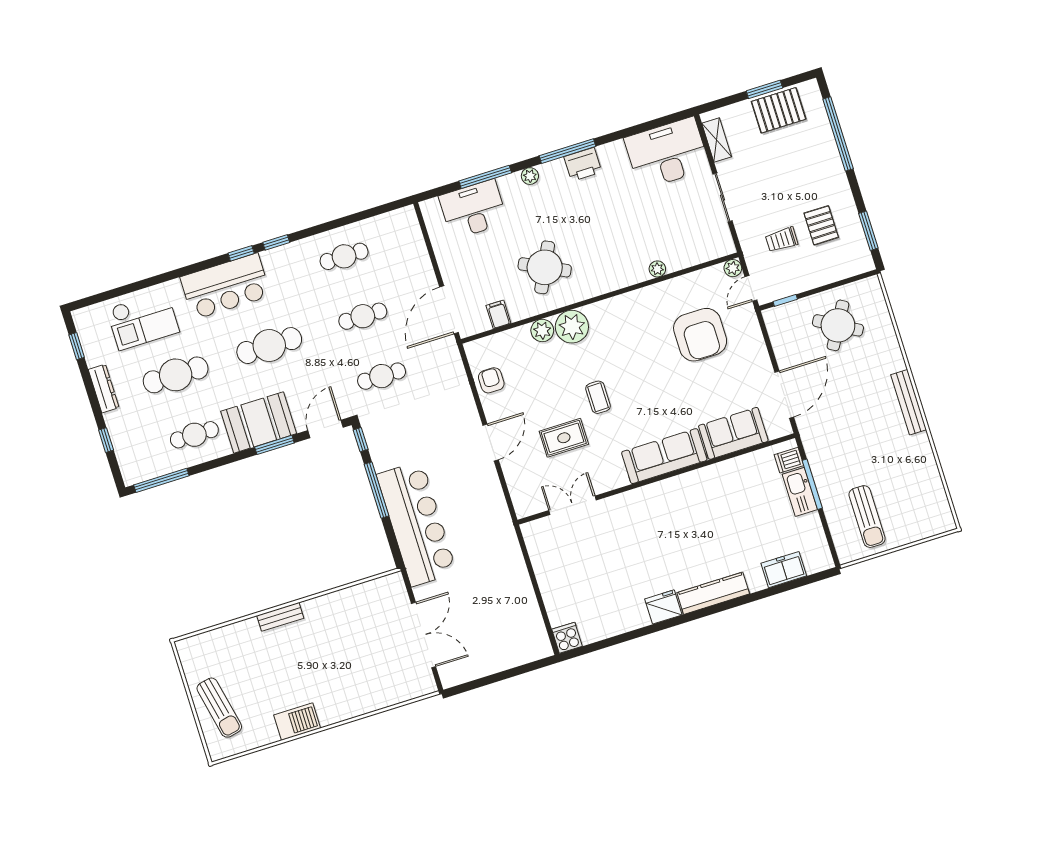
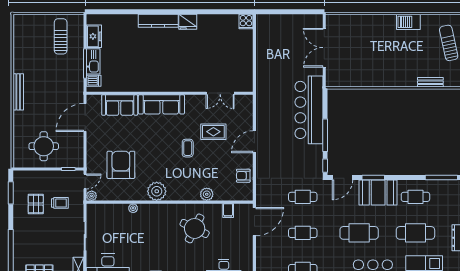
round table: (838, 325) -> (44, 146), turned -30
plant: (572, 327) -> (157, 191), moved
armchair: (491, 380) -> (243, 176), turned 90
freezer: (784, 570) -> (94, 36), moved, turned -90
bench: (280, 617) -> (430, 82), moved

